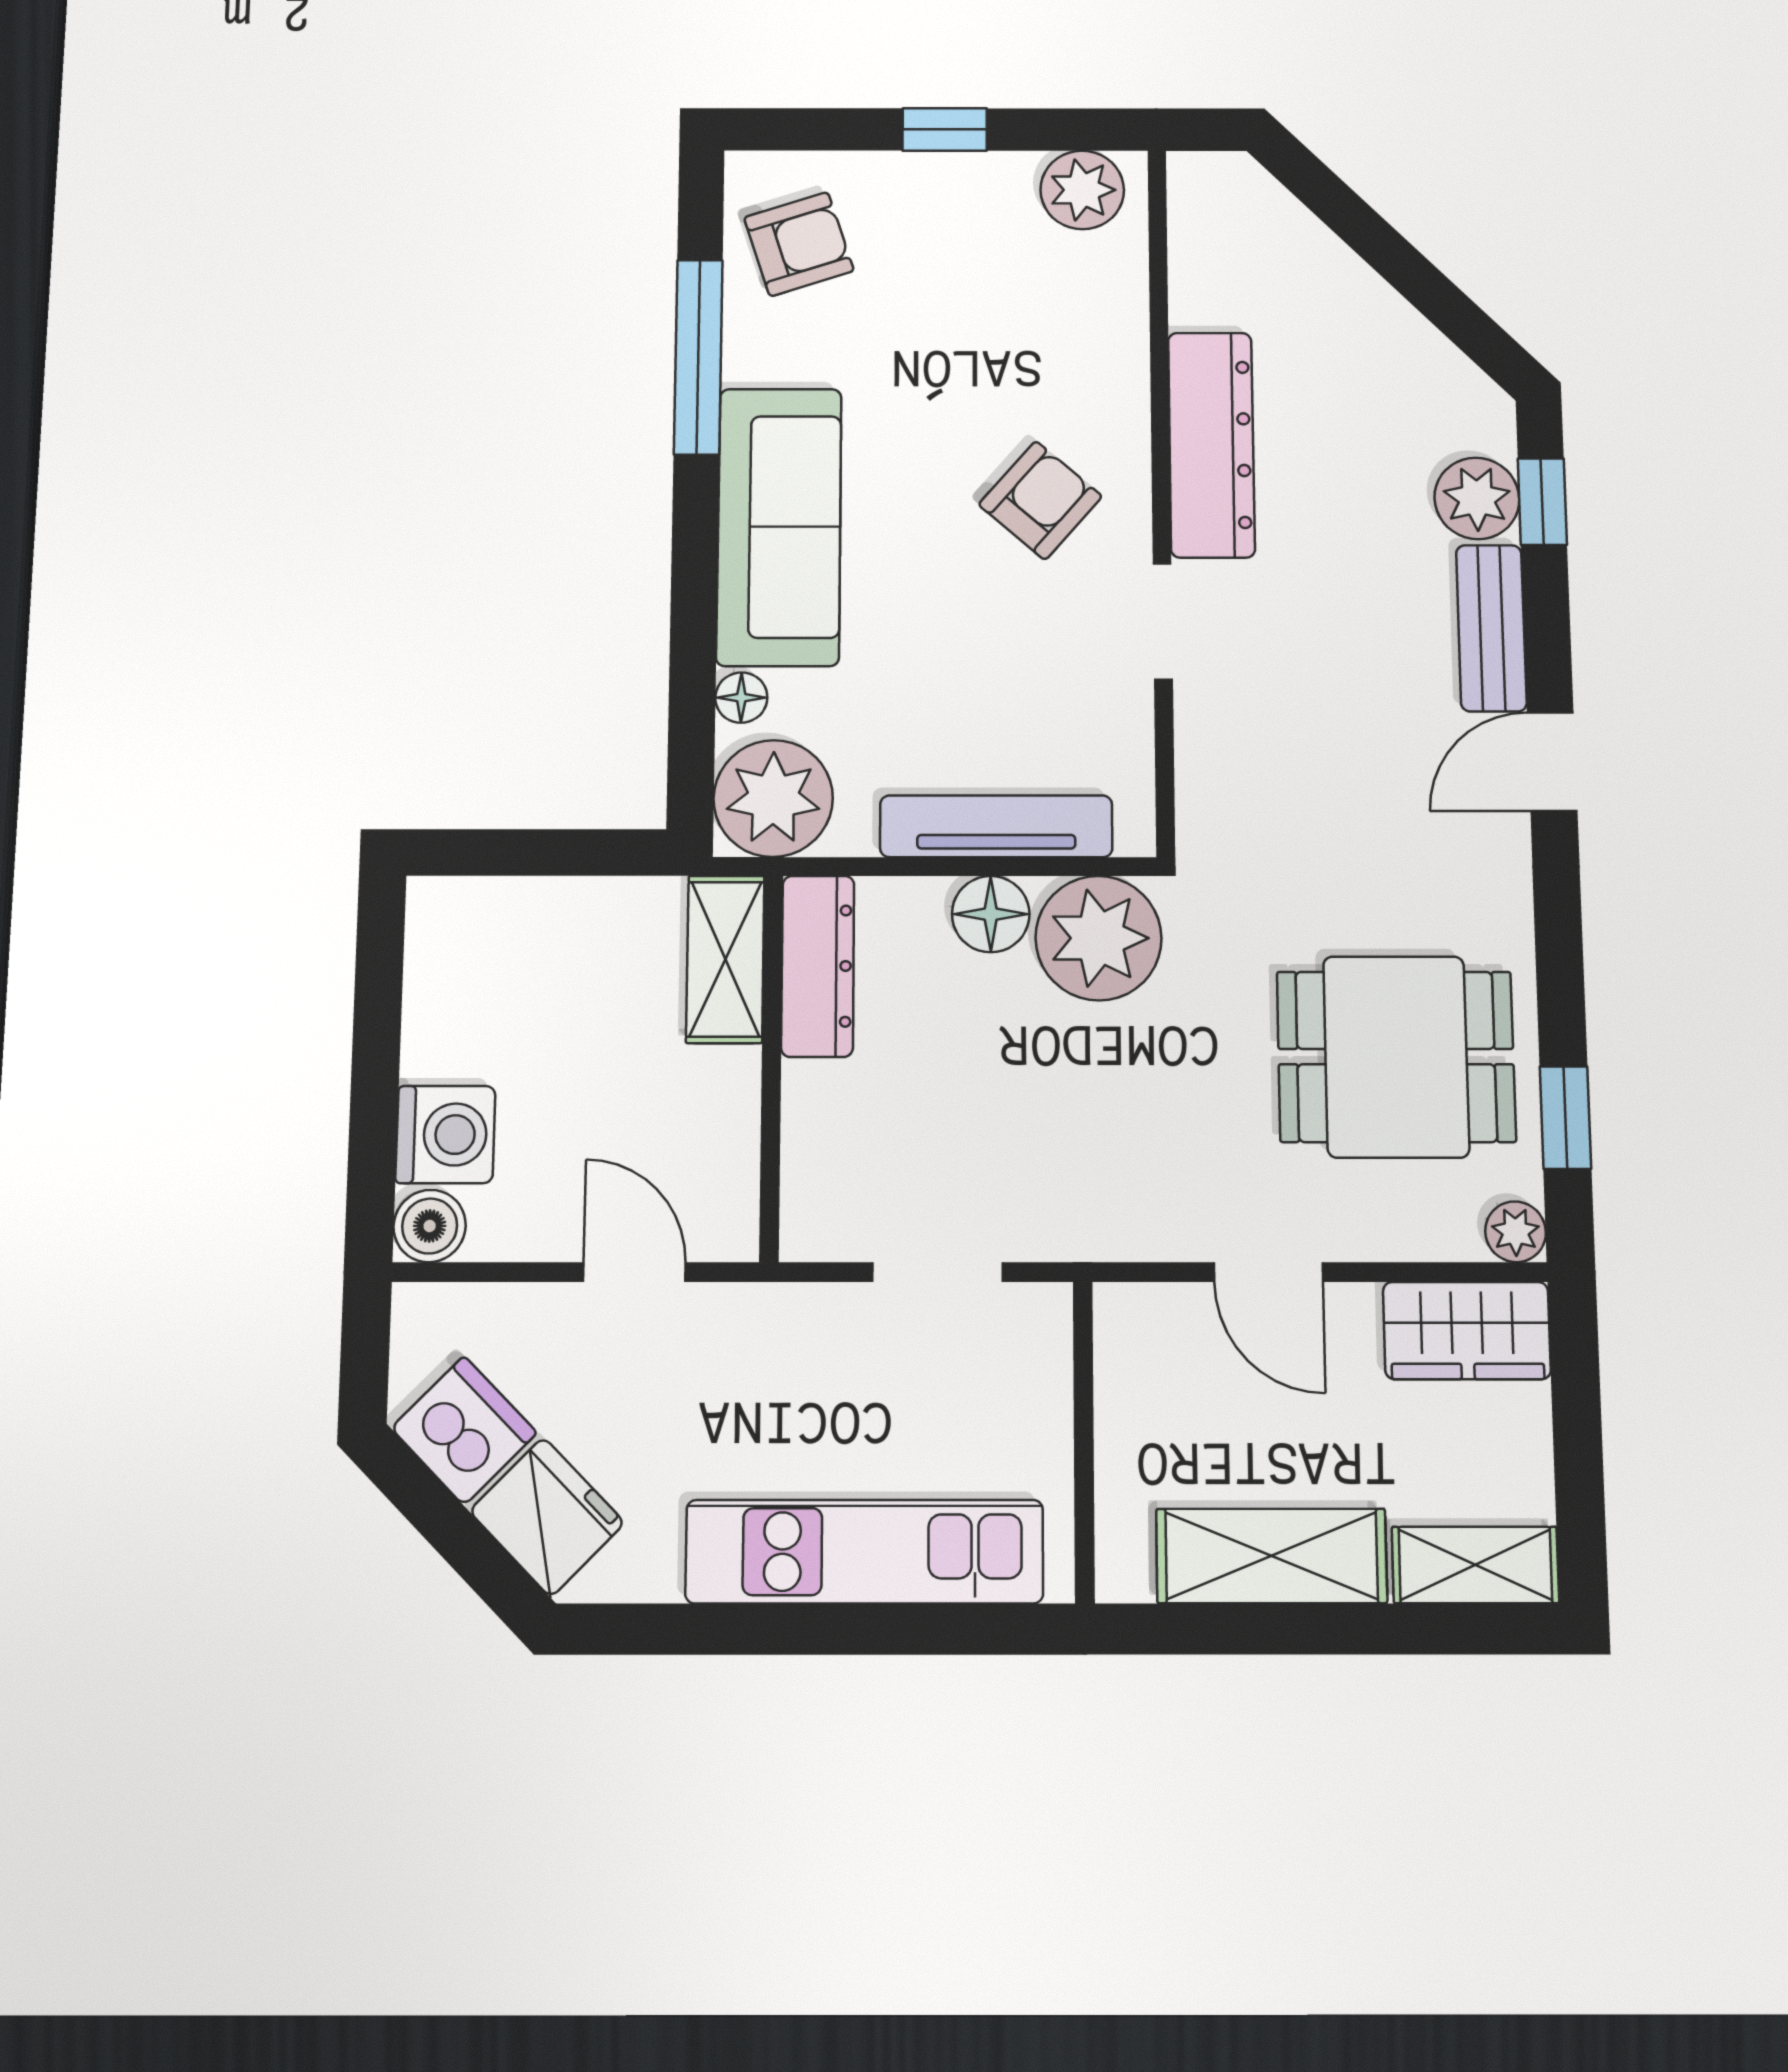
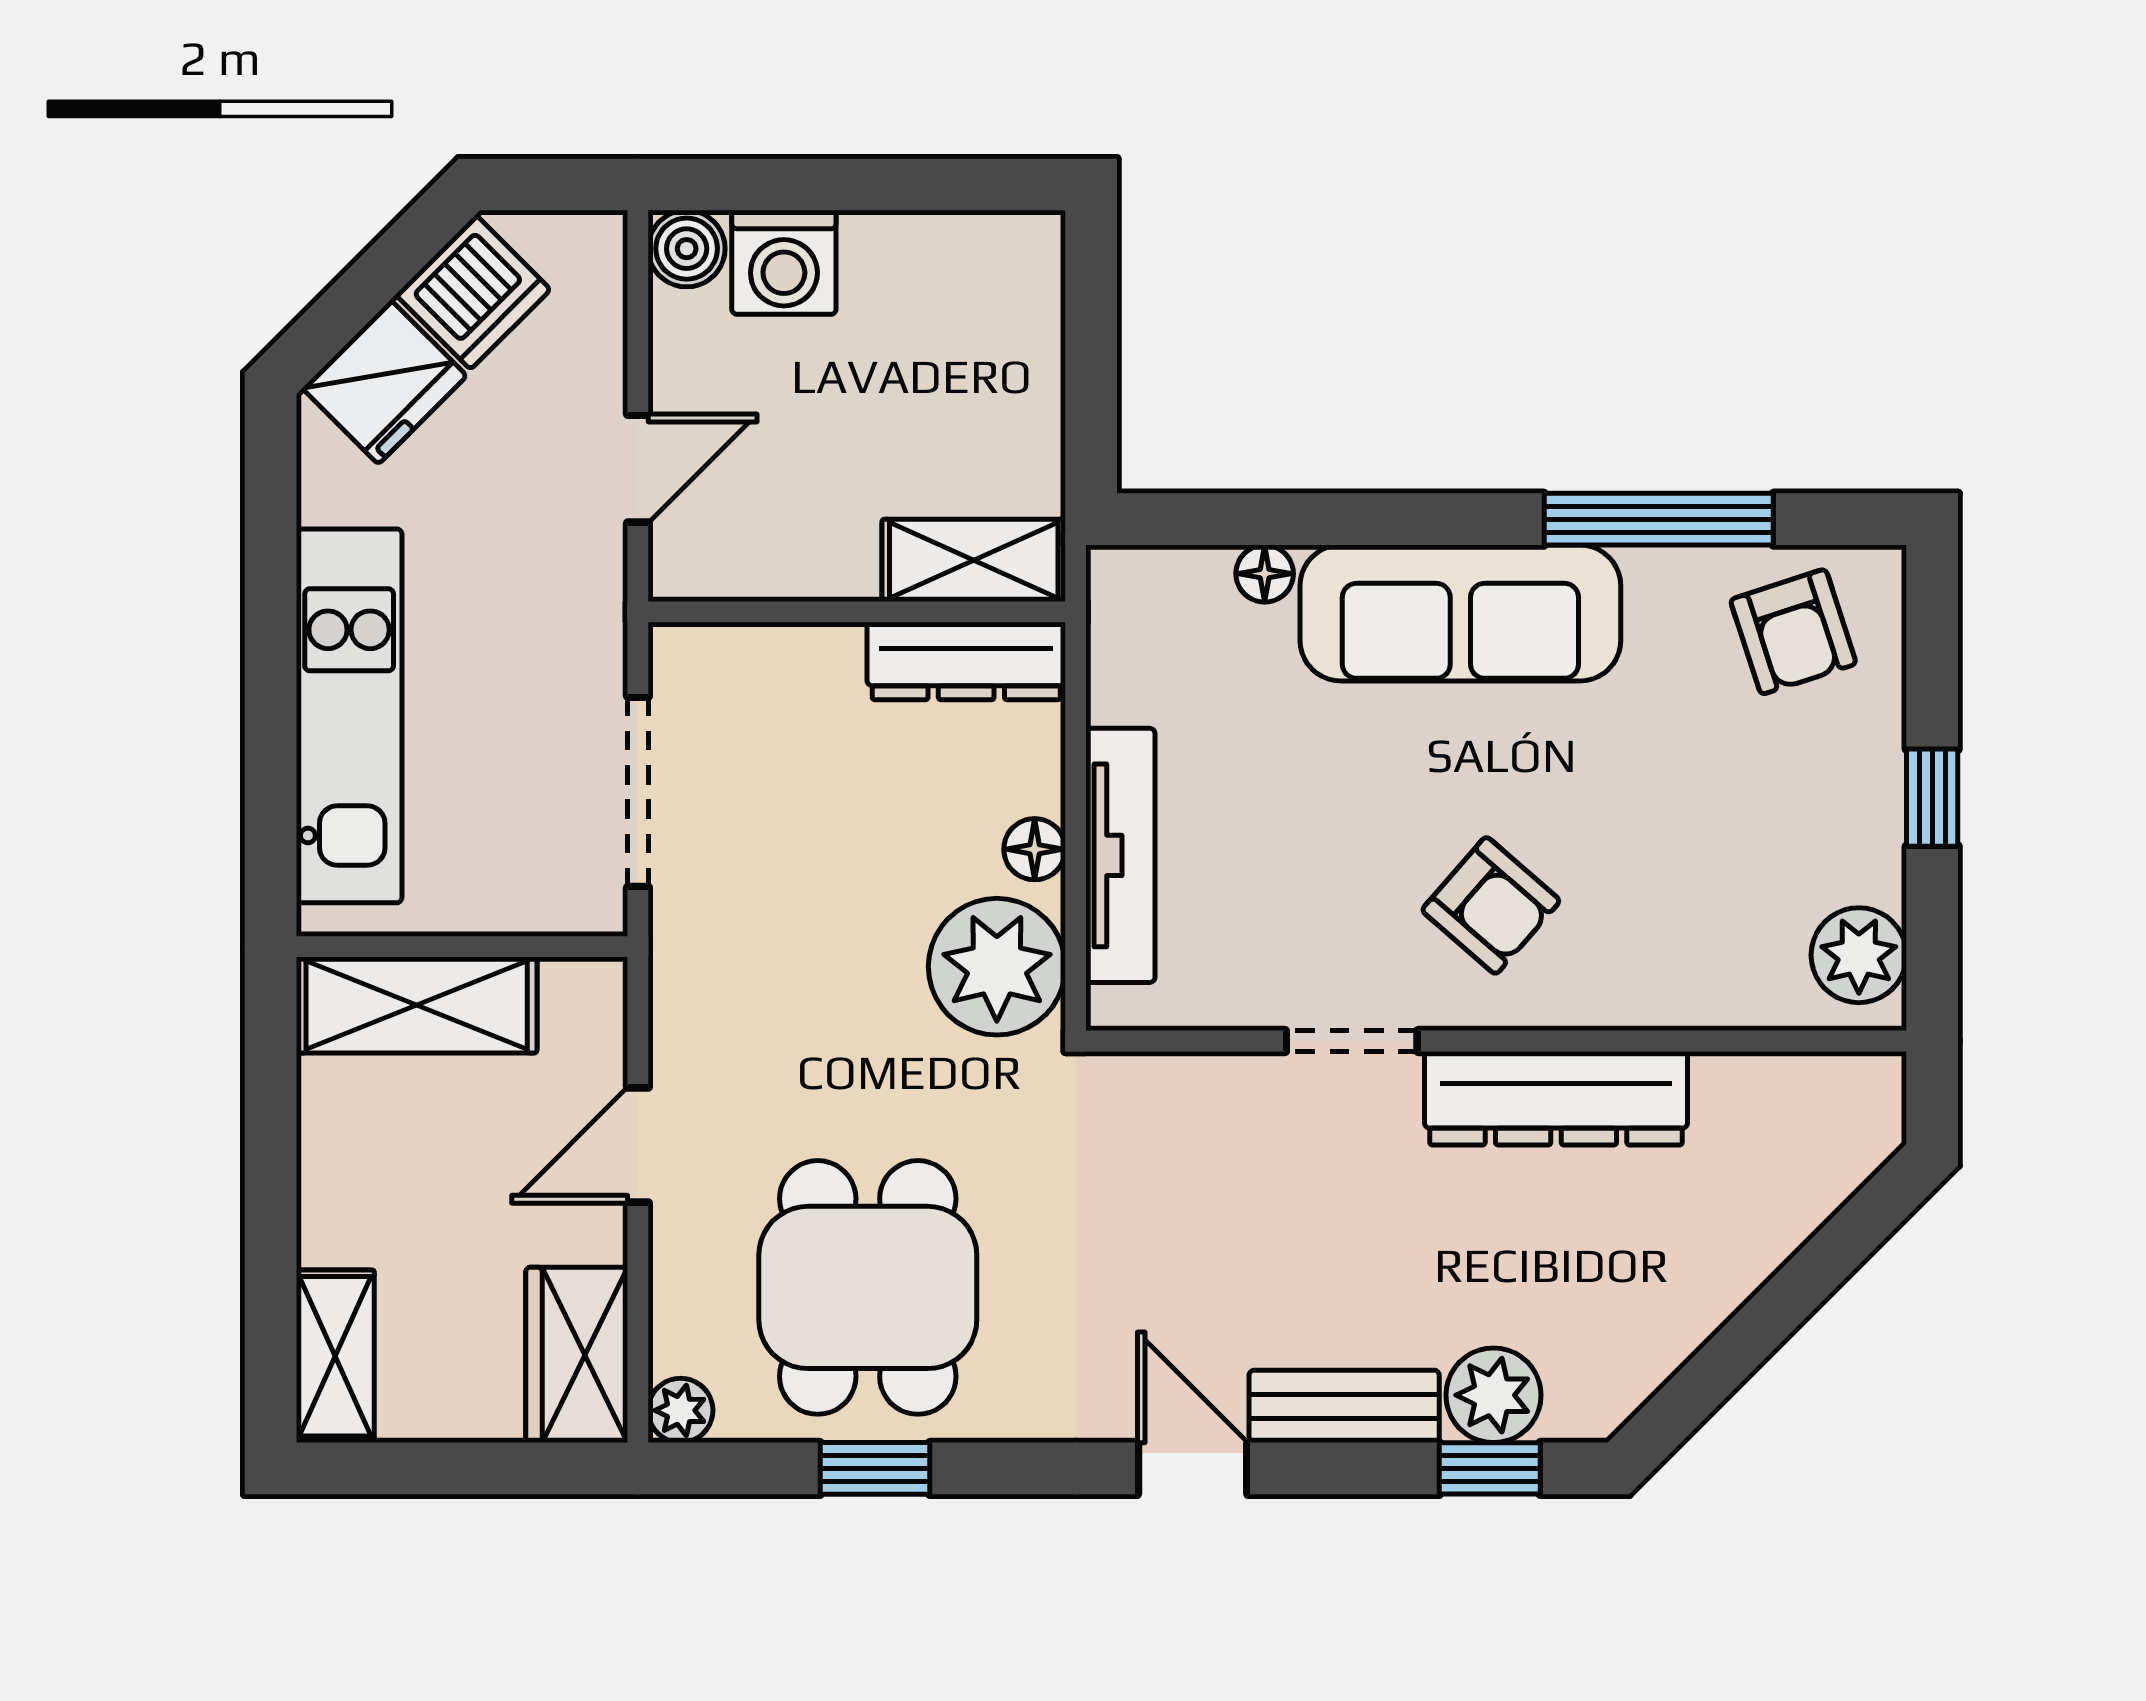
plant: (773, 798) -> (1151, 610), removed
floor lamp: (991, 914) -> (1035, 849), width x0.73, depth x0.73
window: (1565, 1118) -> (875, 1468), moved
doorway: (937, 1272) -> (638, 792), width x1.38
shelving: (1271, 1556) -> (417, 1005), moved, turned 90

